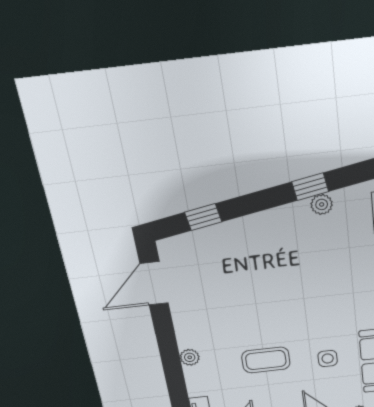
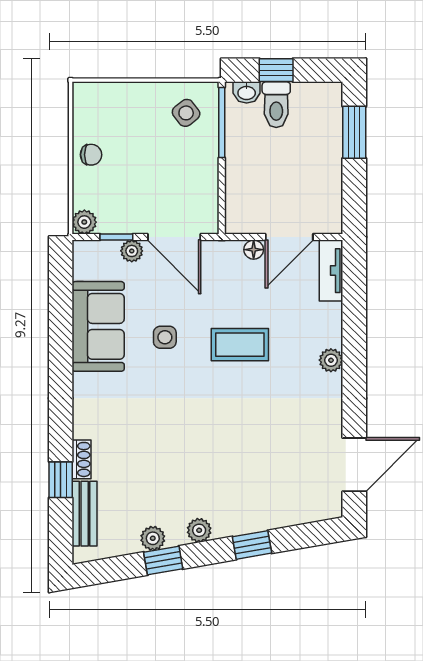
plant: (281, 216) -> (199, 530), added
window: (203, 217) -> (252, 545), moved

